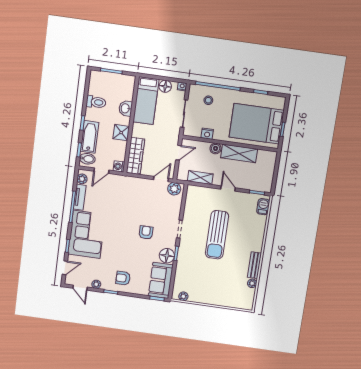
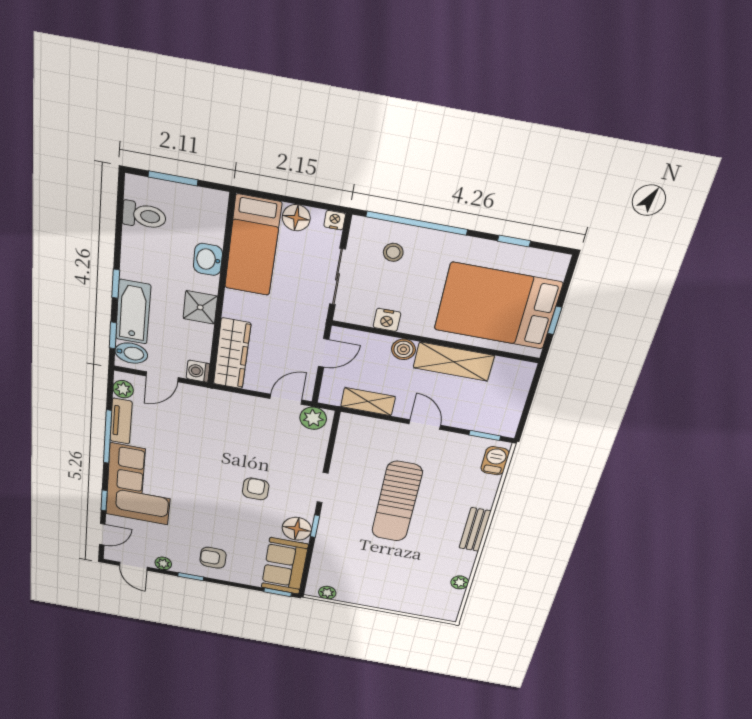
toilet: (96, 102) -> (144, 216), moved
bench: (254, 265) -> (475, 530), moved

